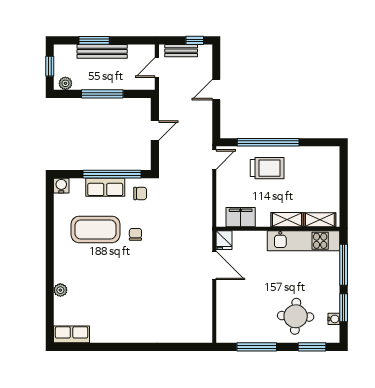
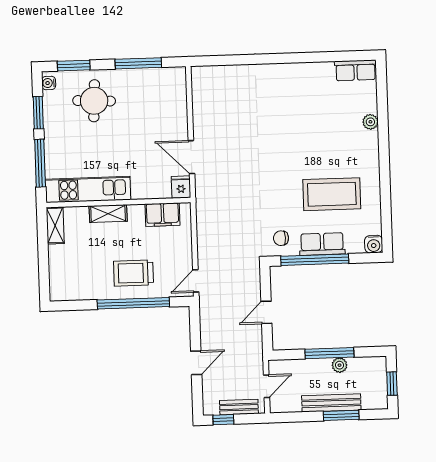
plant: (65, 83) -> (339, 365), moved
shelving: (320, 220) -> (55, 225), moved, turned 90
chair: (135, 234) -> (285, 190), removed
water cooler: (334, 319) -> (49, 83), moved

